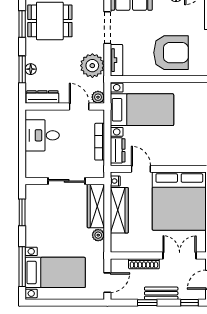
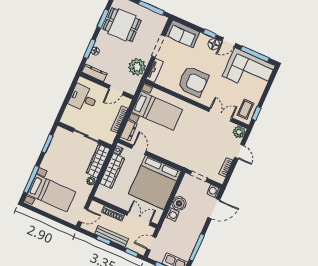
plant: (98, 97) -> (132, 89), removed
door: (79, 106) -> (116, 90), swing flipped
bench: (161, 293) -> (112, 236), width x1.36

